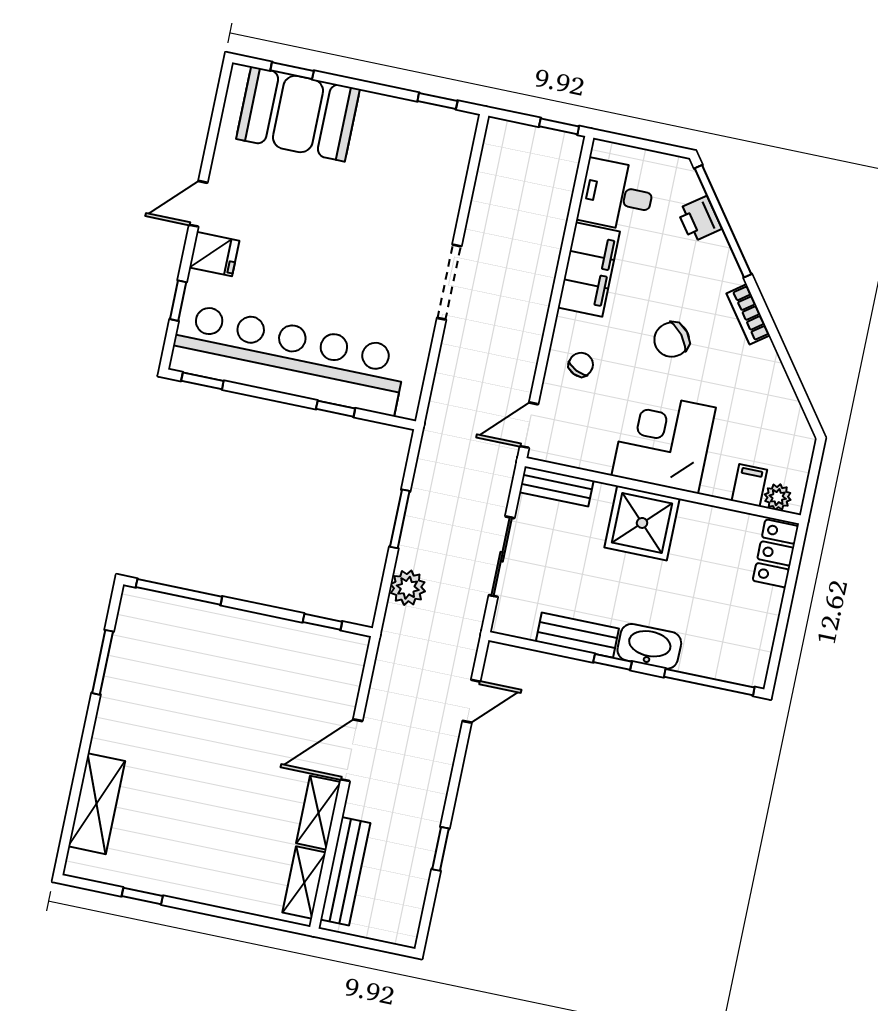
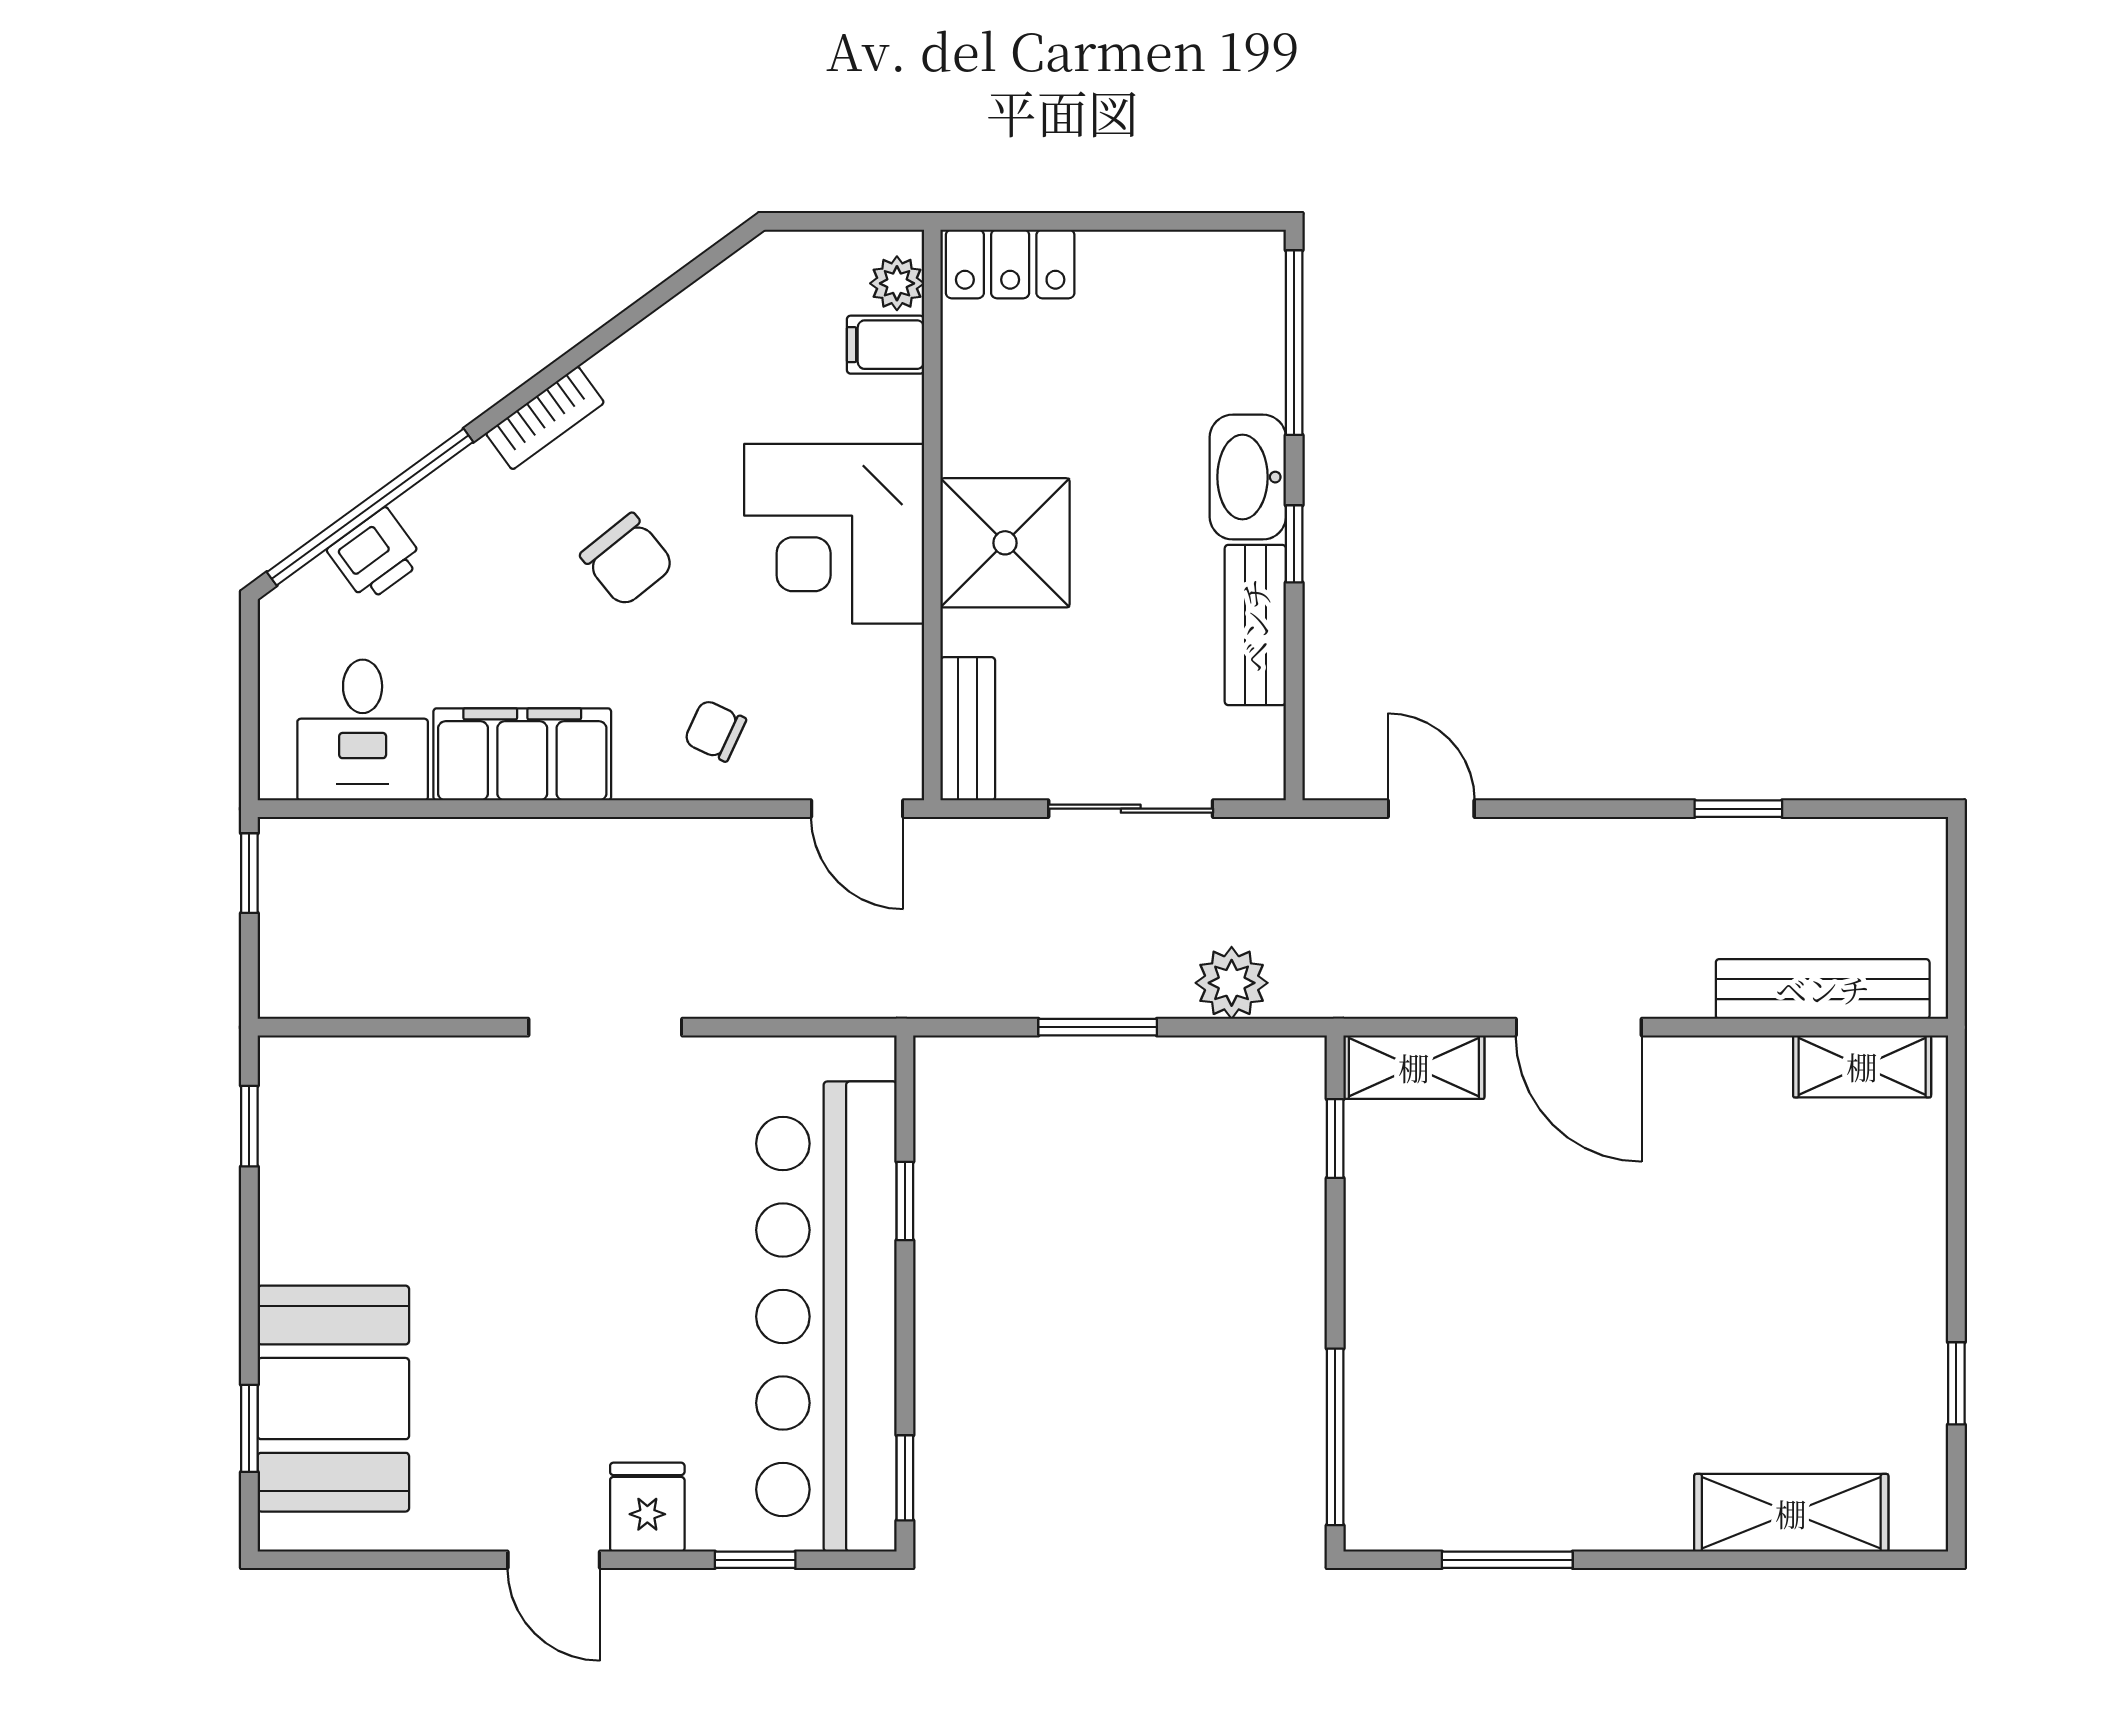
shelving: (318, 813) -> (1414, 1067), moved

